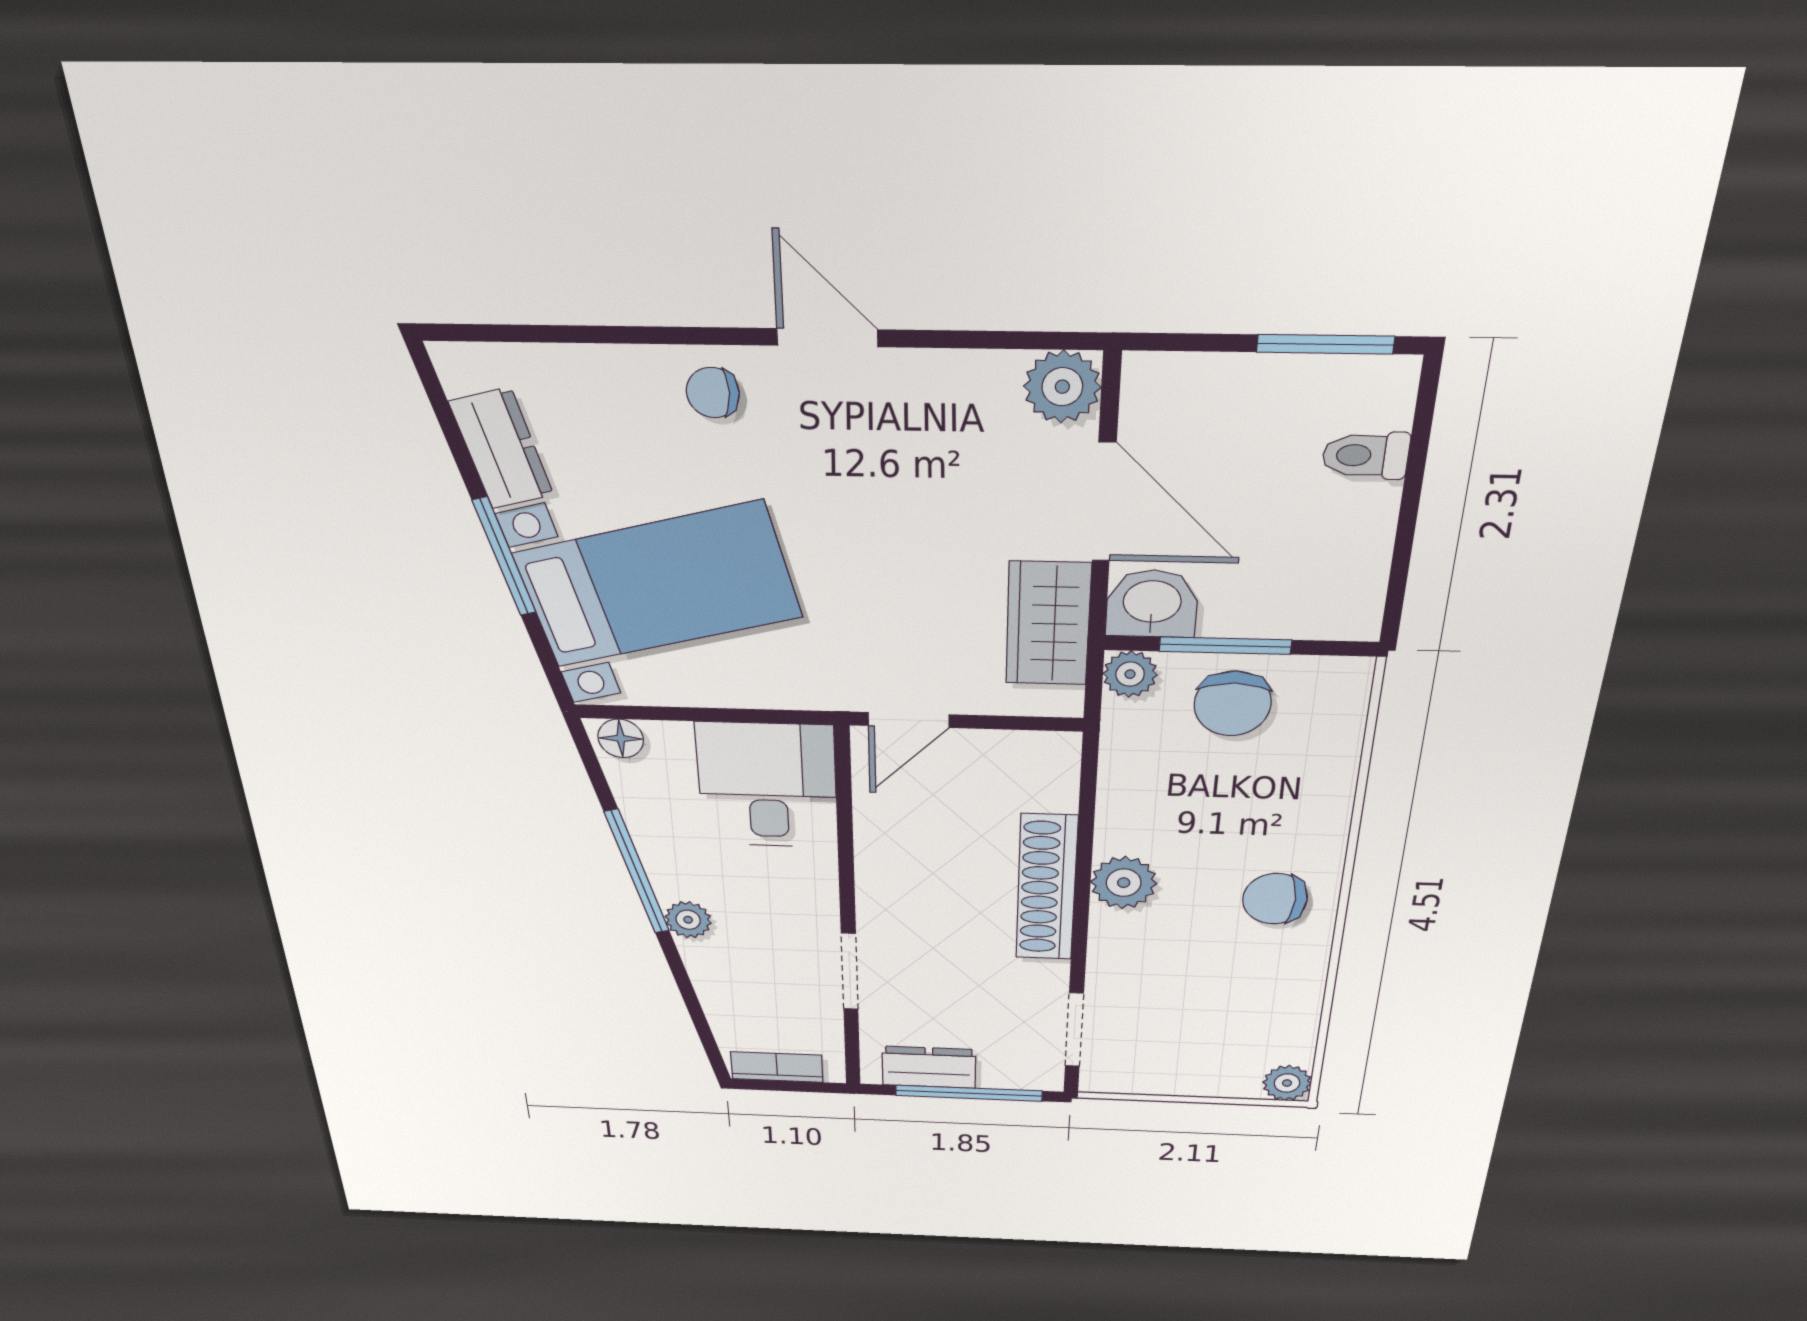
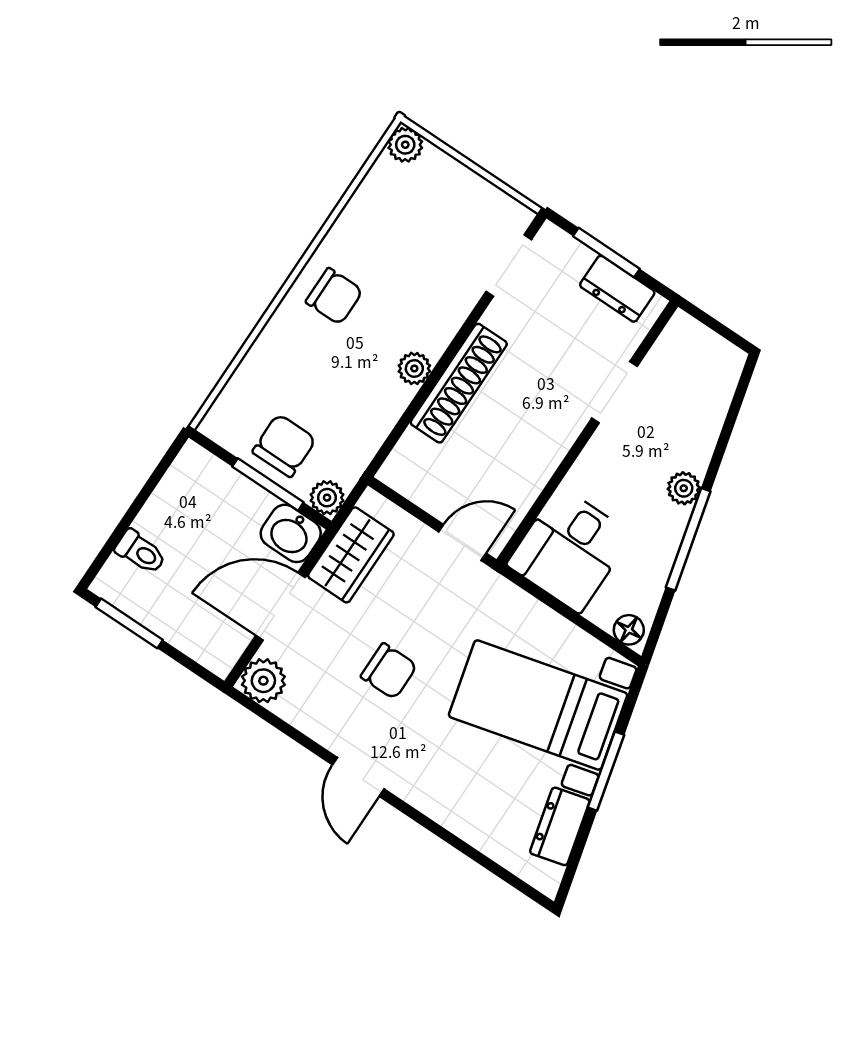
chair: (713, 393) -> (389, 671), moved, width x1.37, depth x1.37
door: (1104, 502) -> (280, 607), hinge flipped
plant: (1124, 883) -> (414, 368), width x0.73, depth x0.73
bookcase: (777, 1067) -> (713, 346), removed
window: (969, 1093) -> (606, 253), width x0.69

